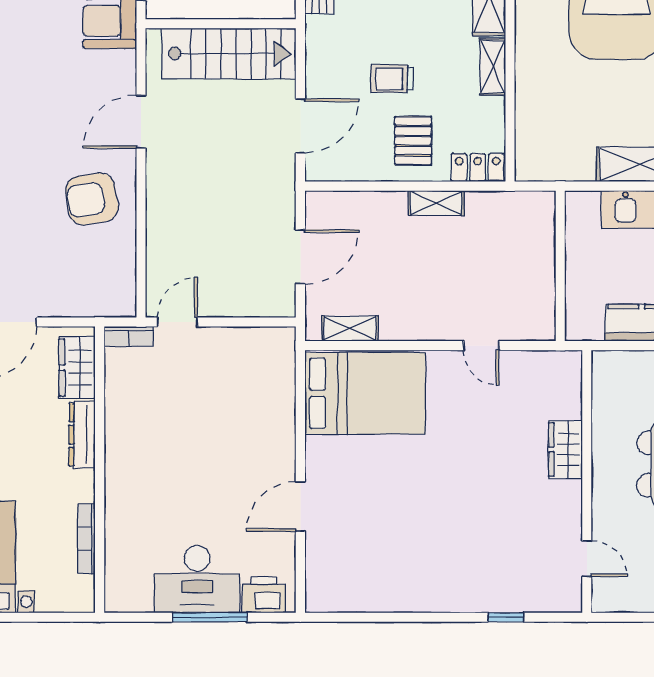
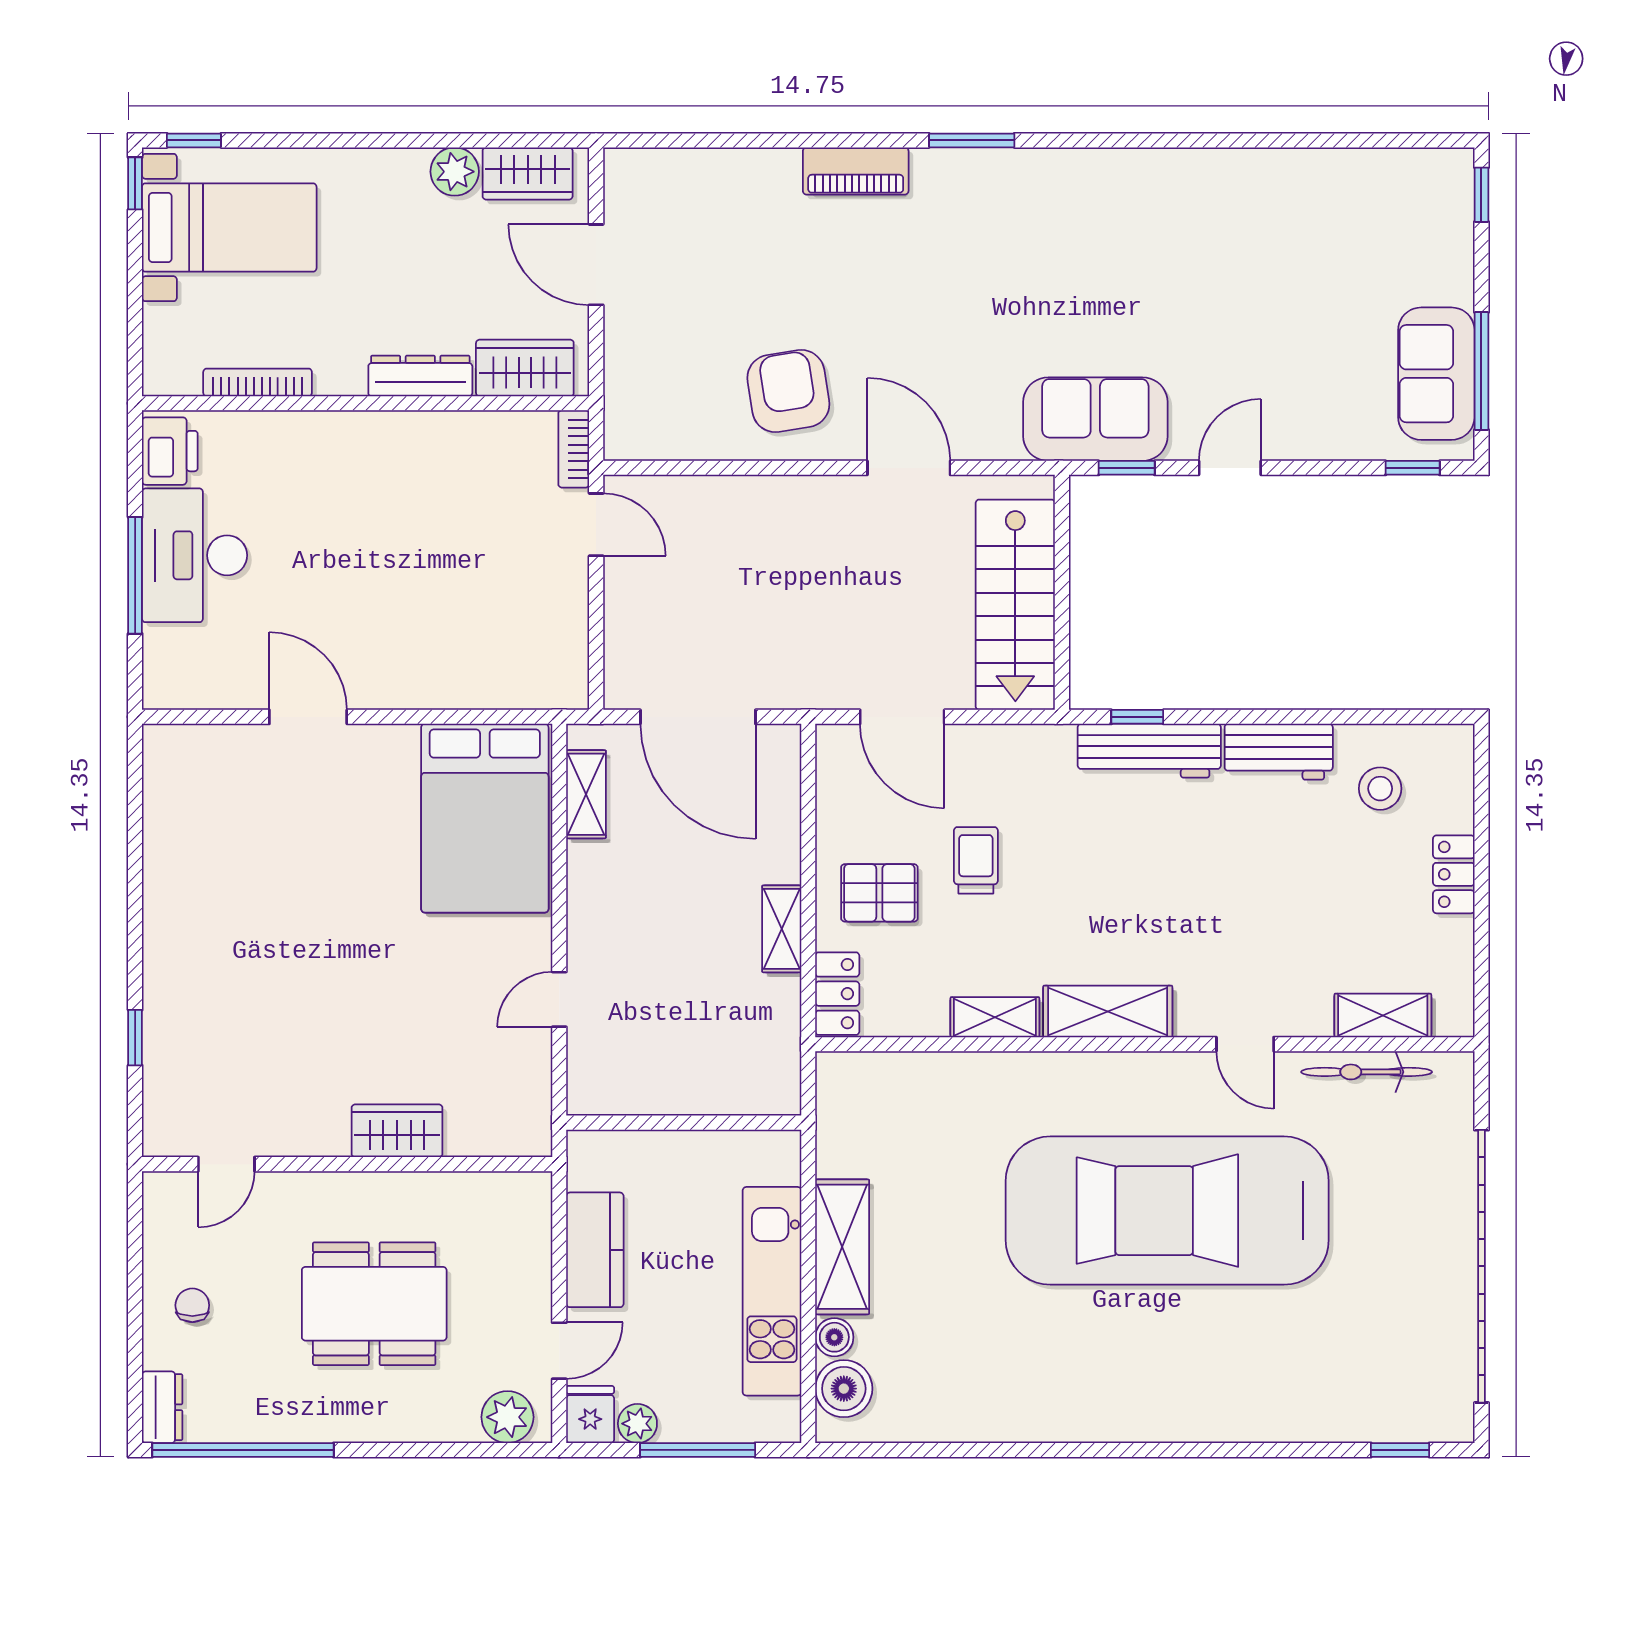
door: (300, 257) -> (698, 717), width x1.36
printer: (264, 595) -> (170, 451), moved

